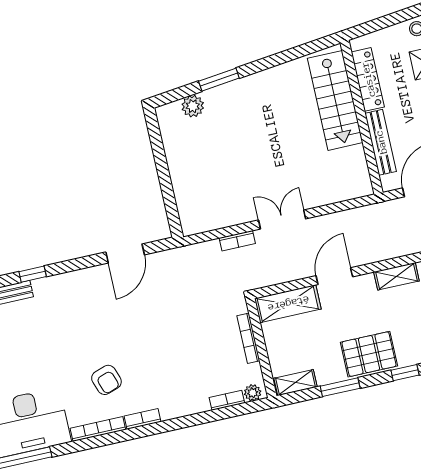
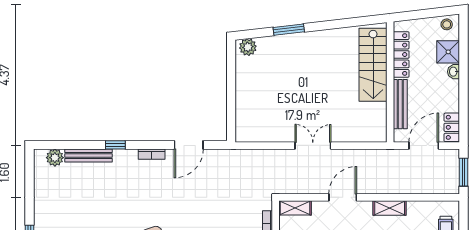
plant: (193, 106) -> (248, 47), moved
bookcase: (237, 241) -> (152, 154), moved
shelving: (288, 304) -> (295, 208), width x0.67, depth x0.75

